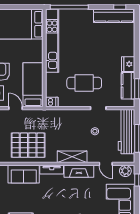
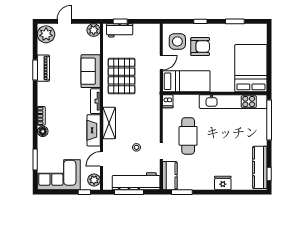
fridge: (128, 64) -> (223, 183), moved
kitchen counter: (128, 86) -> (170, 176), moved, turned 90

